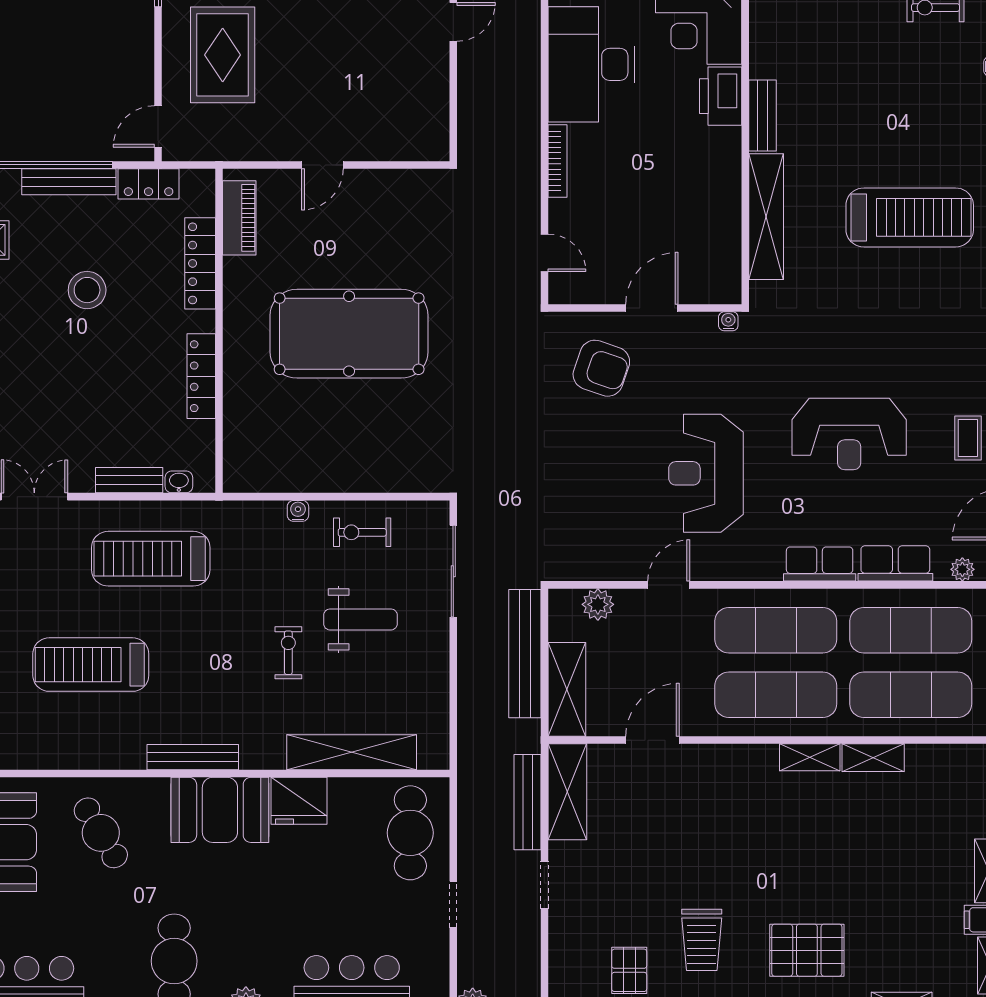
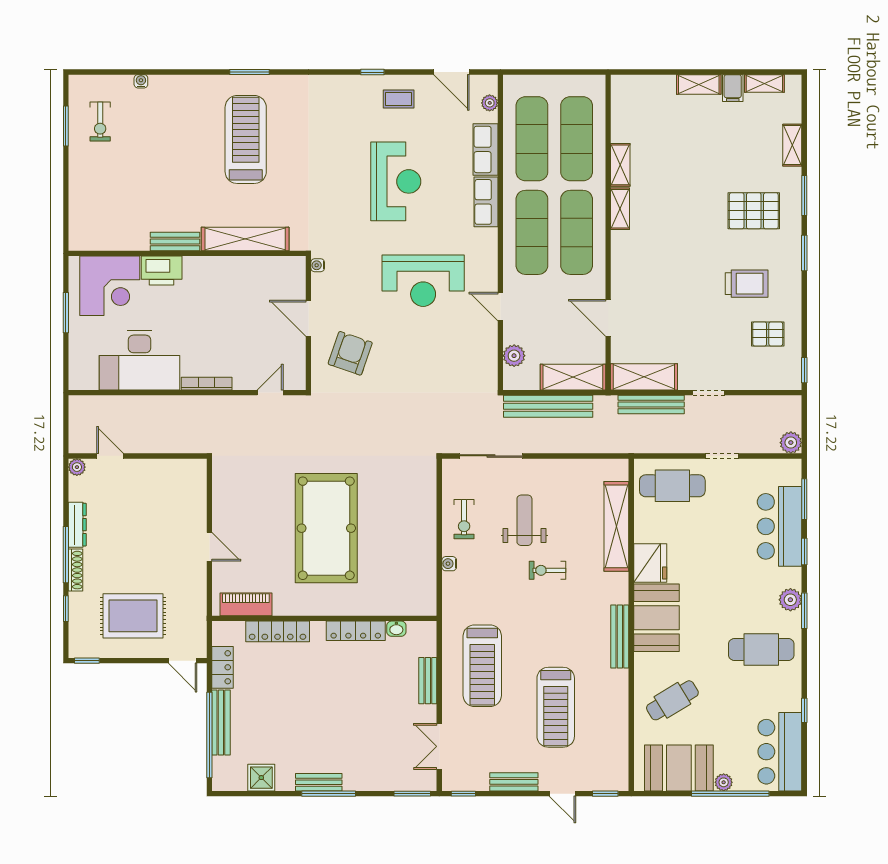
stool: (87, 290) -> (296, 710), removed
washbasin: (179, 482) -> (396, 629), moved, turned -90
pallet: (807, 950) -> (754, 211), turned 90

